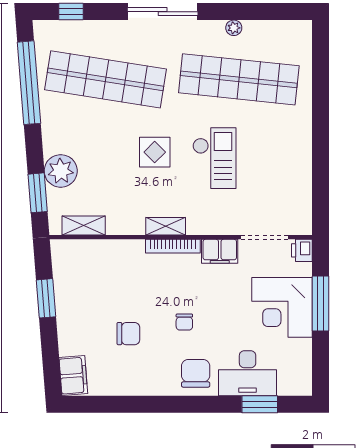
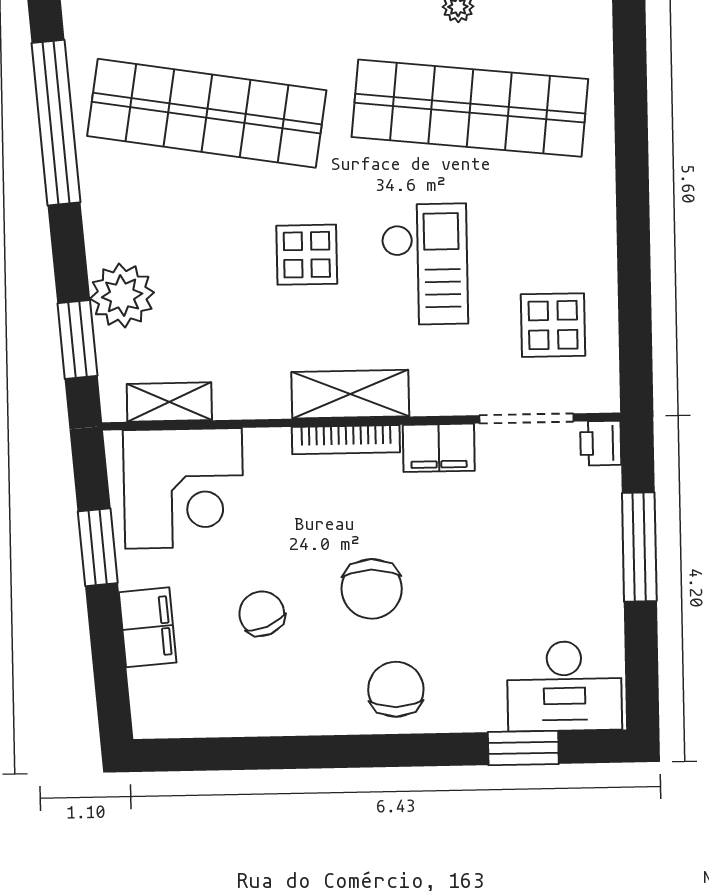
display table: (279, 190) -> (553, 325), added
shelving: (166, 226) -> (350, 394), width x1.50, depth x1.33
corner desk: (282, 307) -> (183, 488), moved, turned -90
chair: (184, 322) -> (372, 589), width x1.87, depth x1.87
chair: (128, 334) -> (262, 614), turned -112
desk: (248, 373) -> (564, 686), moved
filing cabinet: (73, 376) -> (148, 627), moved

